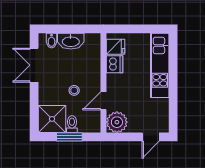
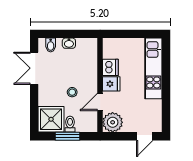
washbasin: (71, 41) -> (69, 43), width x0.52, depth x0.69
fridge: (116, 47) -> (111, 84), moved

